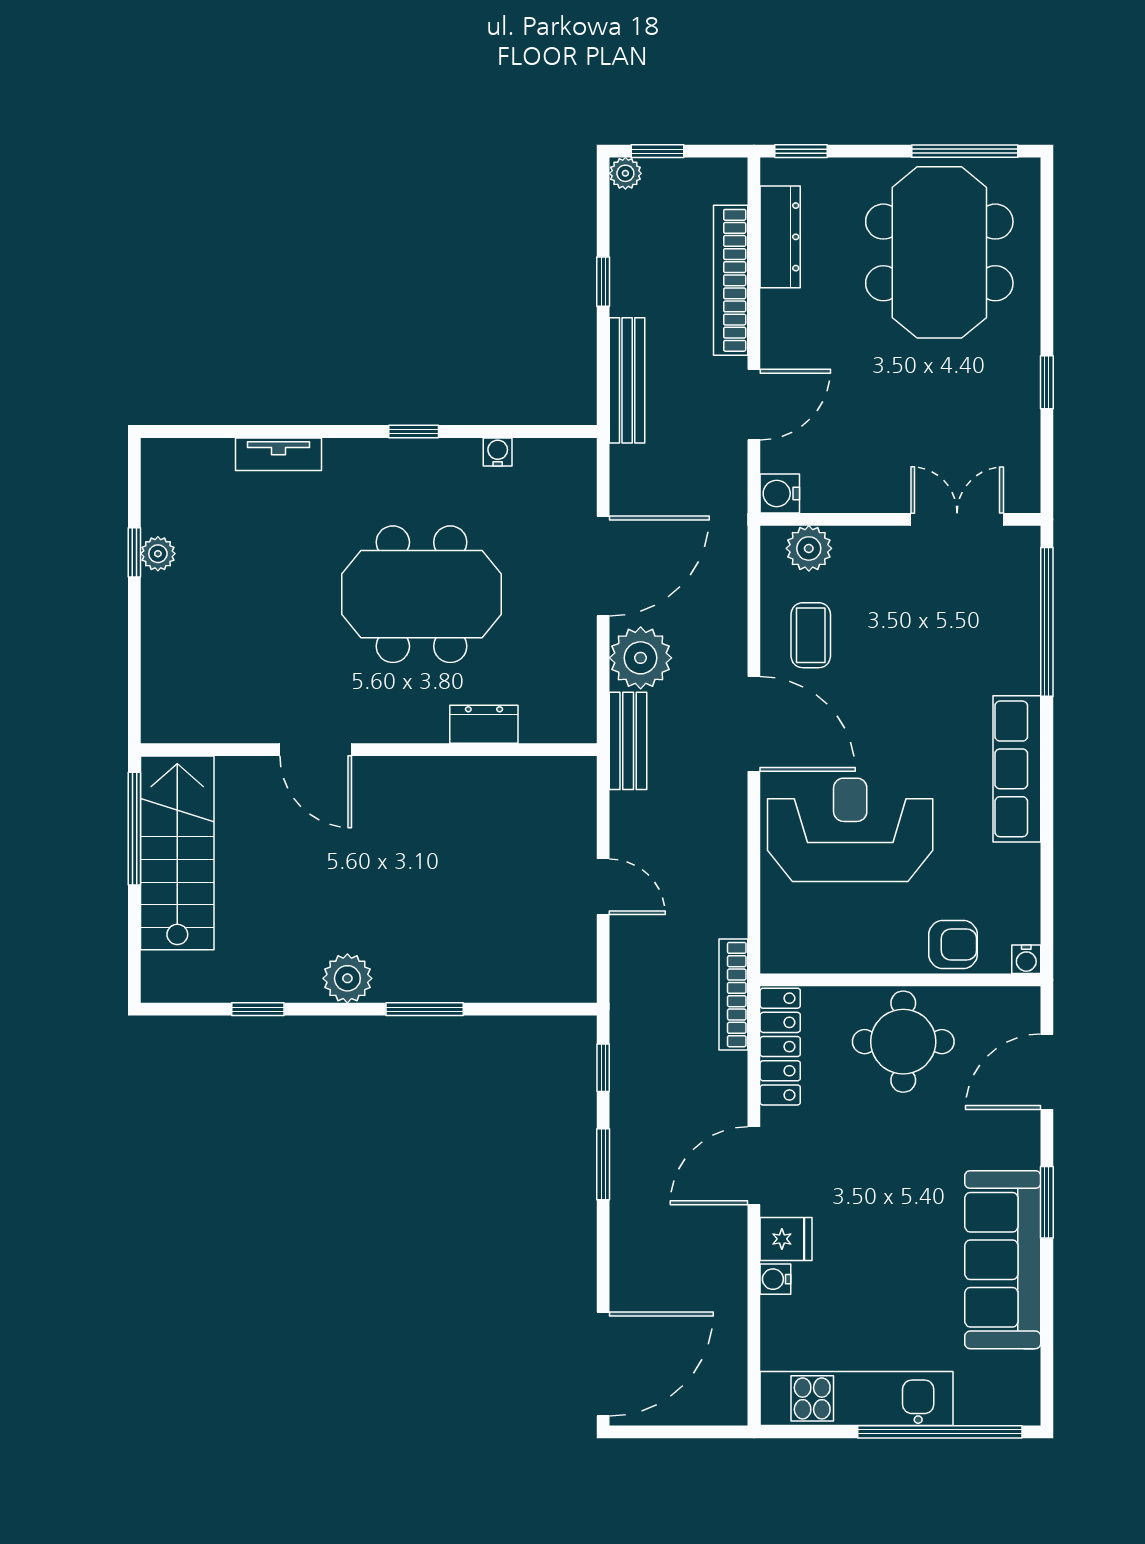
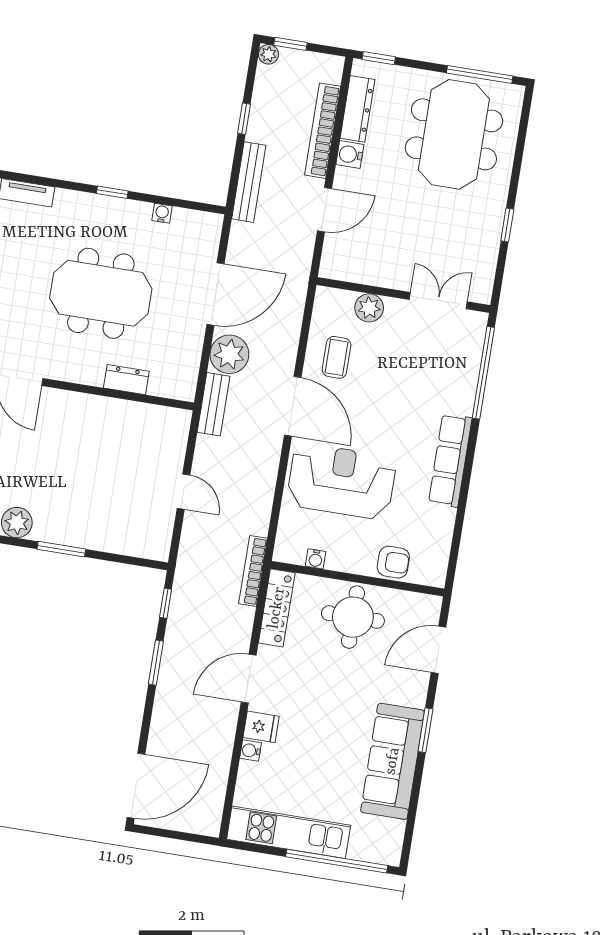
water cooler: (780, 494) -> (350, 154), moved
plant: (809, 548) -> (369, 308), moved
water cooler: (1026, 959) -> (316, 559), moved

